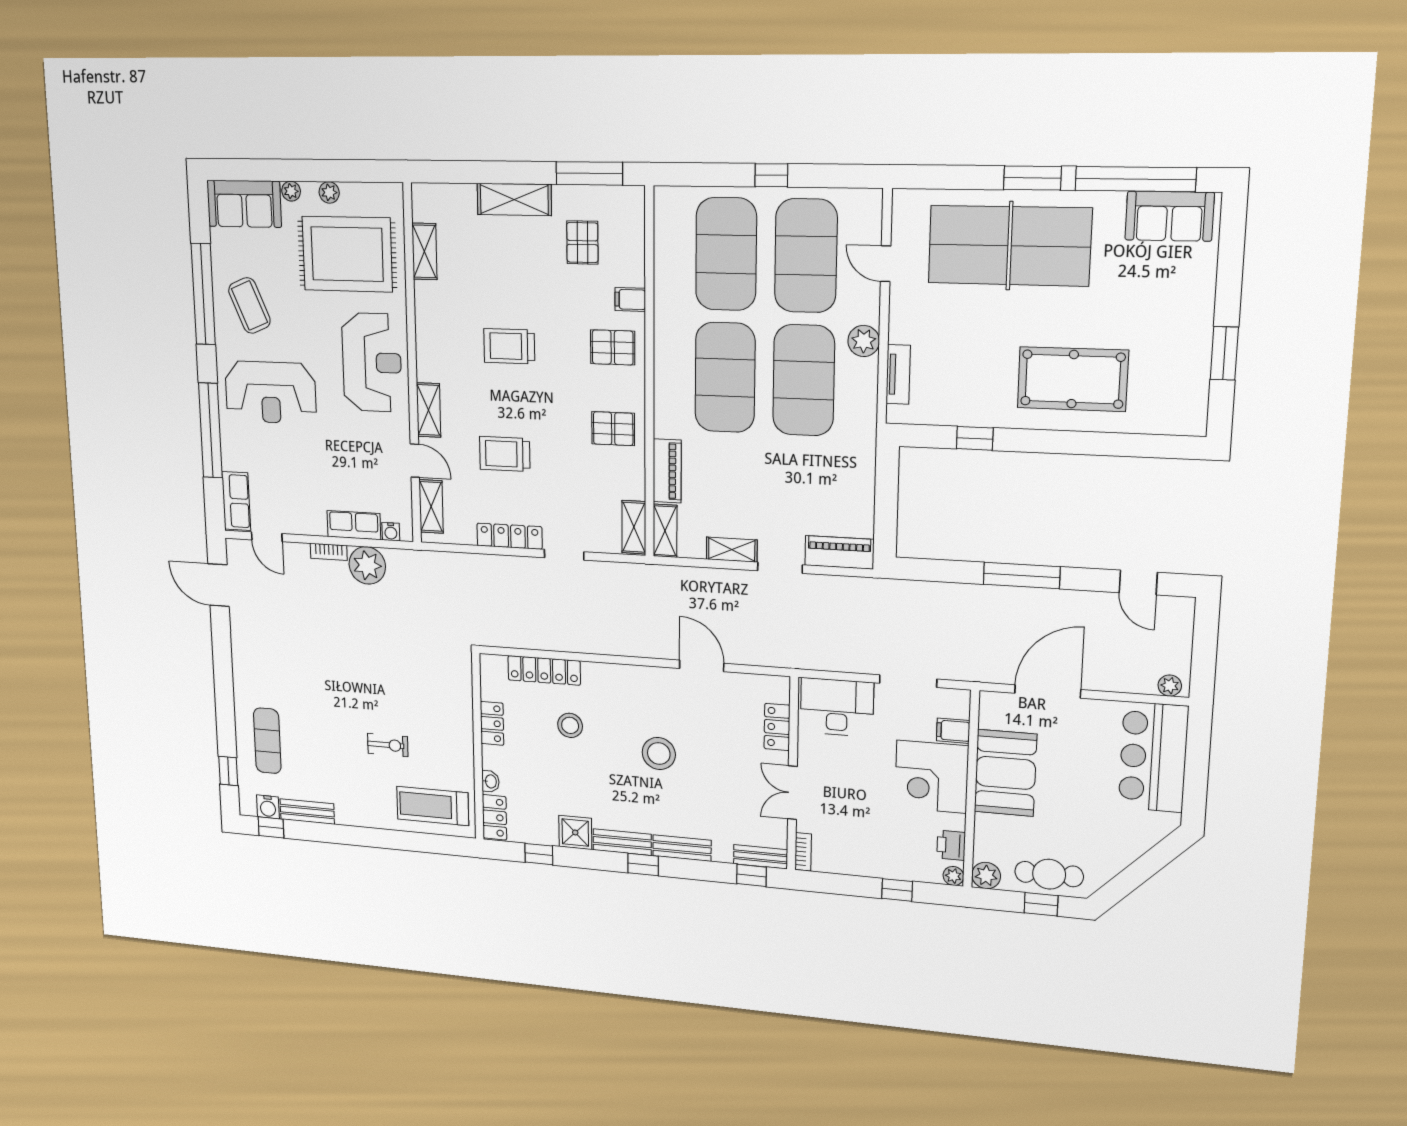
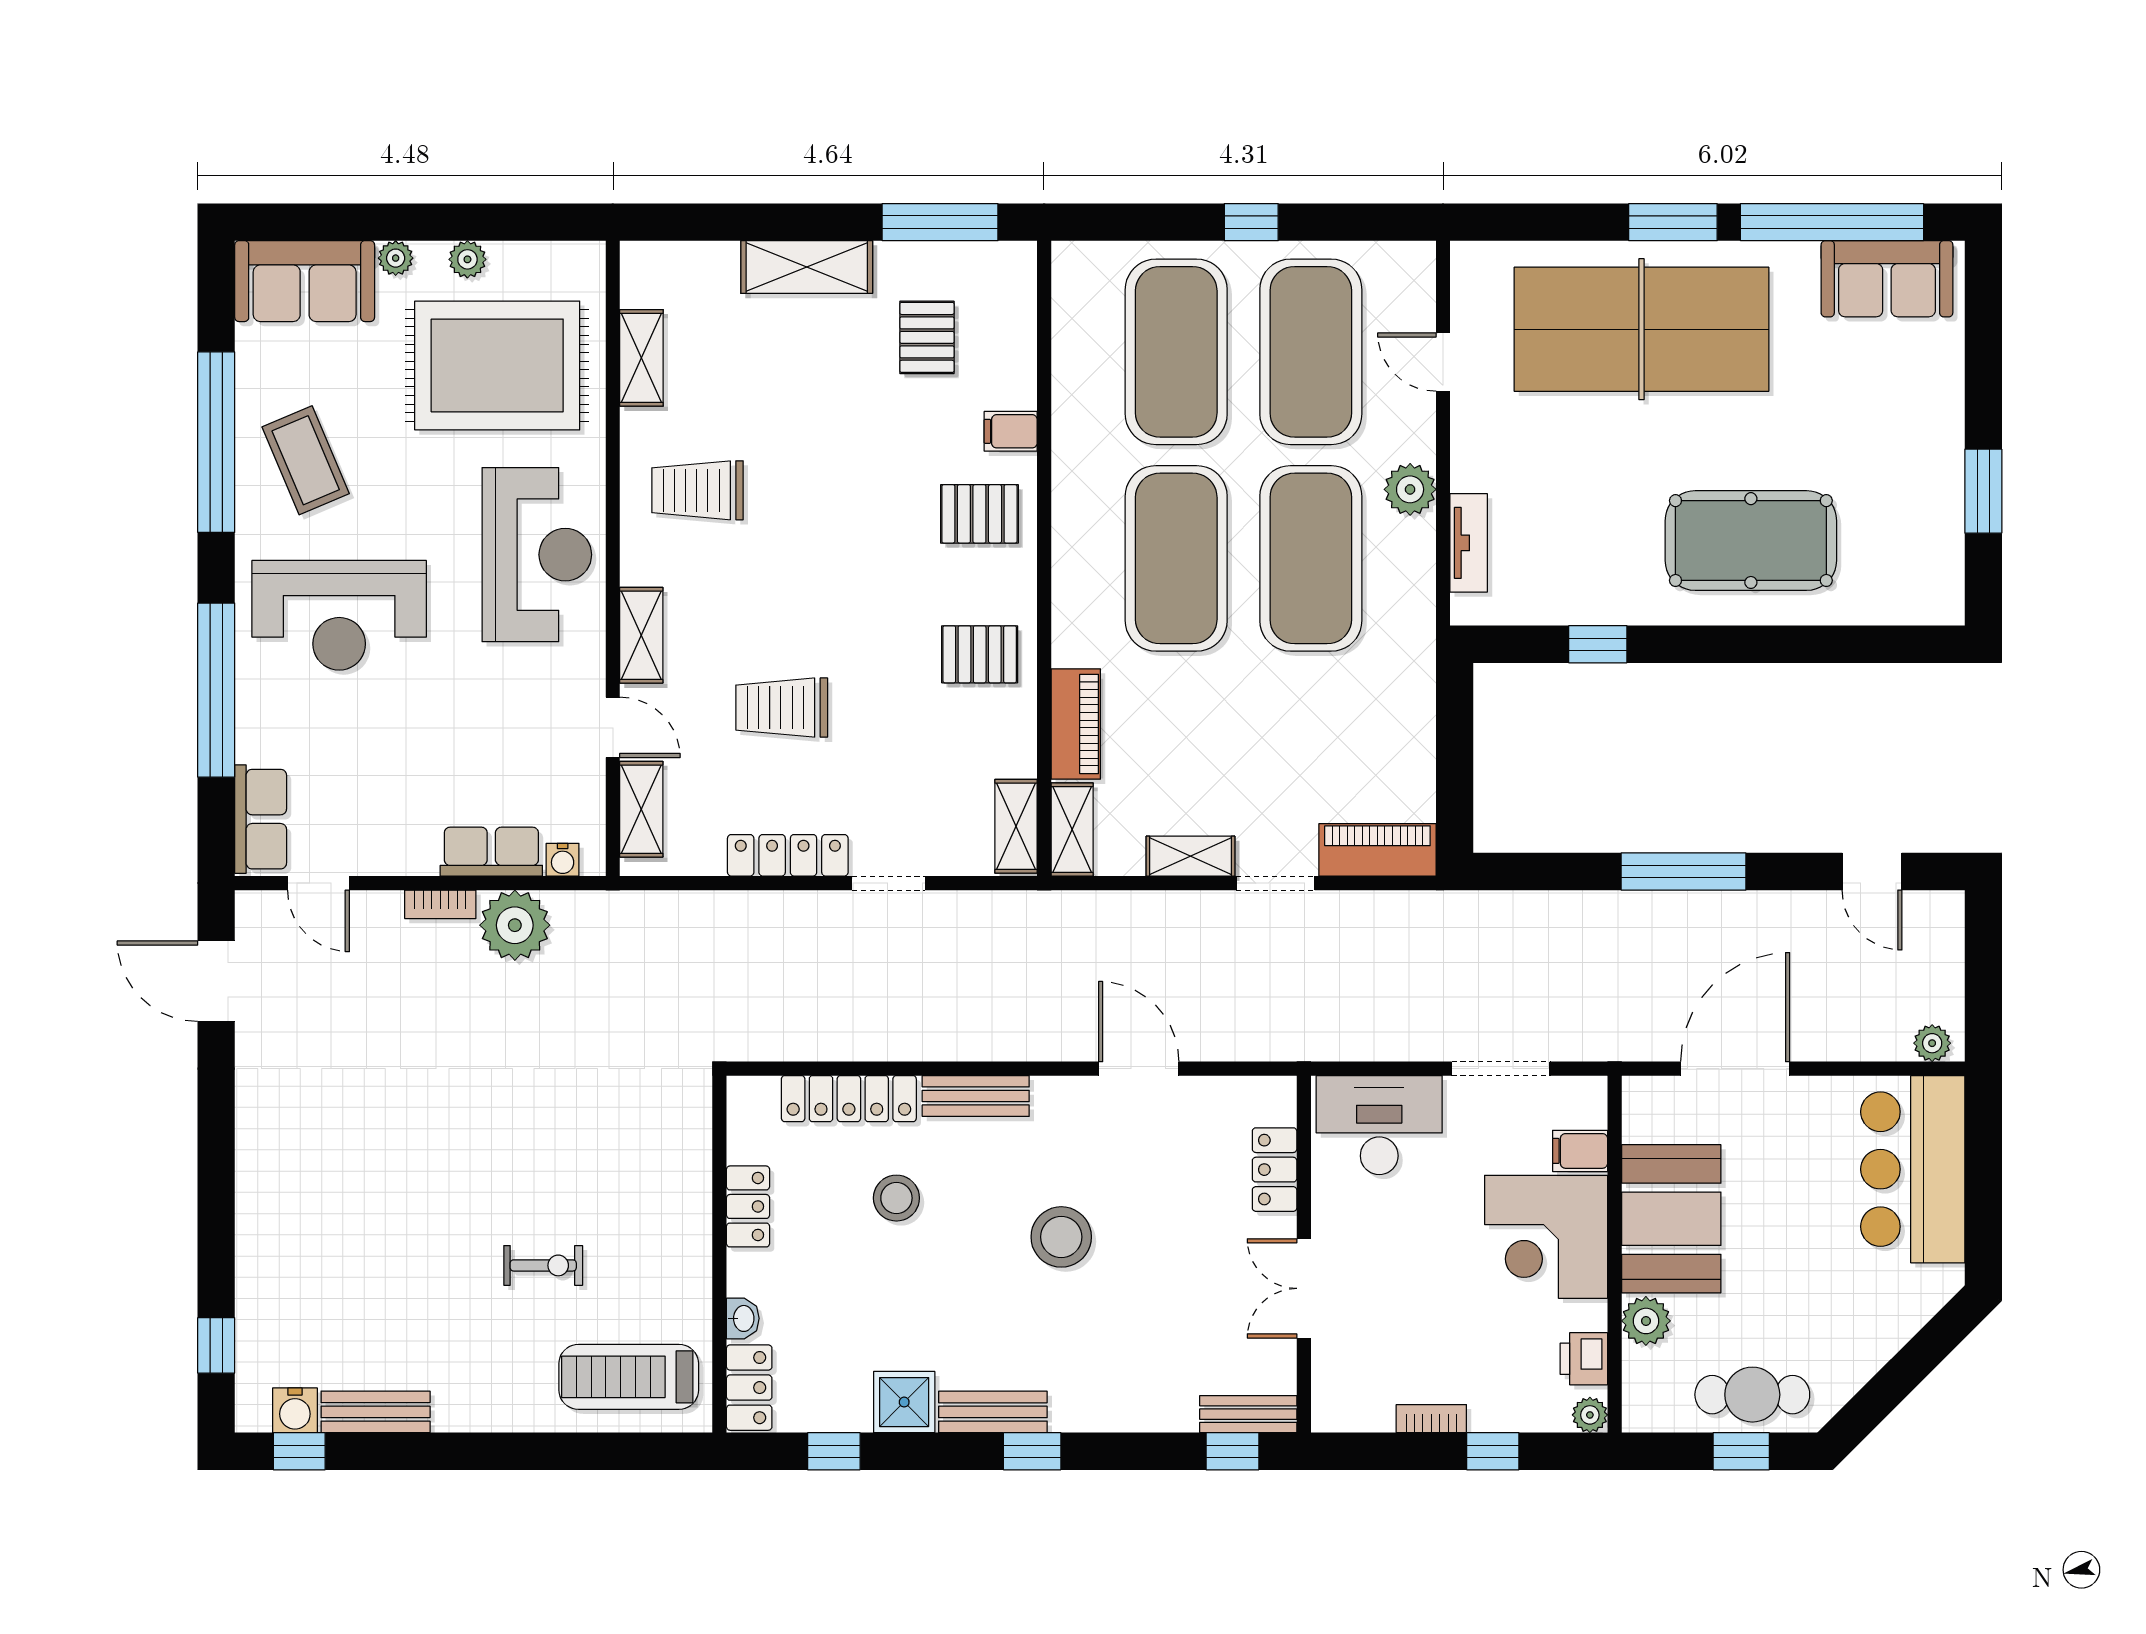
trolley: (509, 346) -> (697, 490), moved
exercise mat: (267, 741) -> (300, 1278), removed
bench: (682, 848) -> (976, 1096), moved
bookcase: (803, 852) -> (1431, 1419), moved, turned -90
plant: (986, 876) -> (1646, 1321), moved

